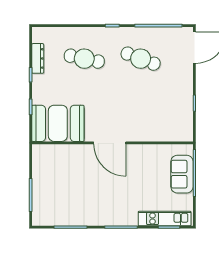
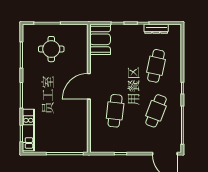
cafe table: (141, 110) -> (115, 111), added
booth: (58, 123) -> (100, 39), width x0.73, depth x0.70
sofa: (182, 174) -> (64, 144), removed
round table: (63, 190) -> (51, 49), added

